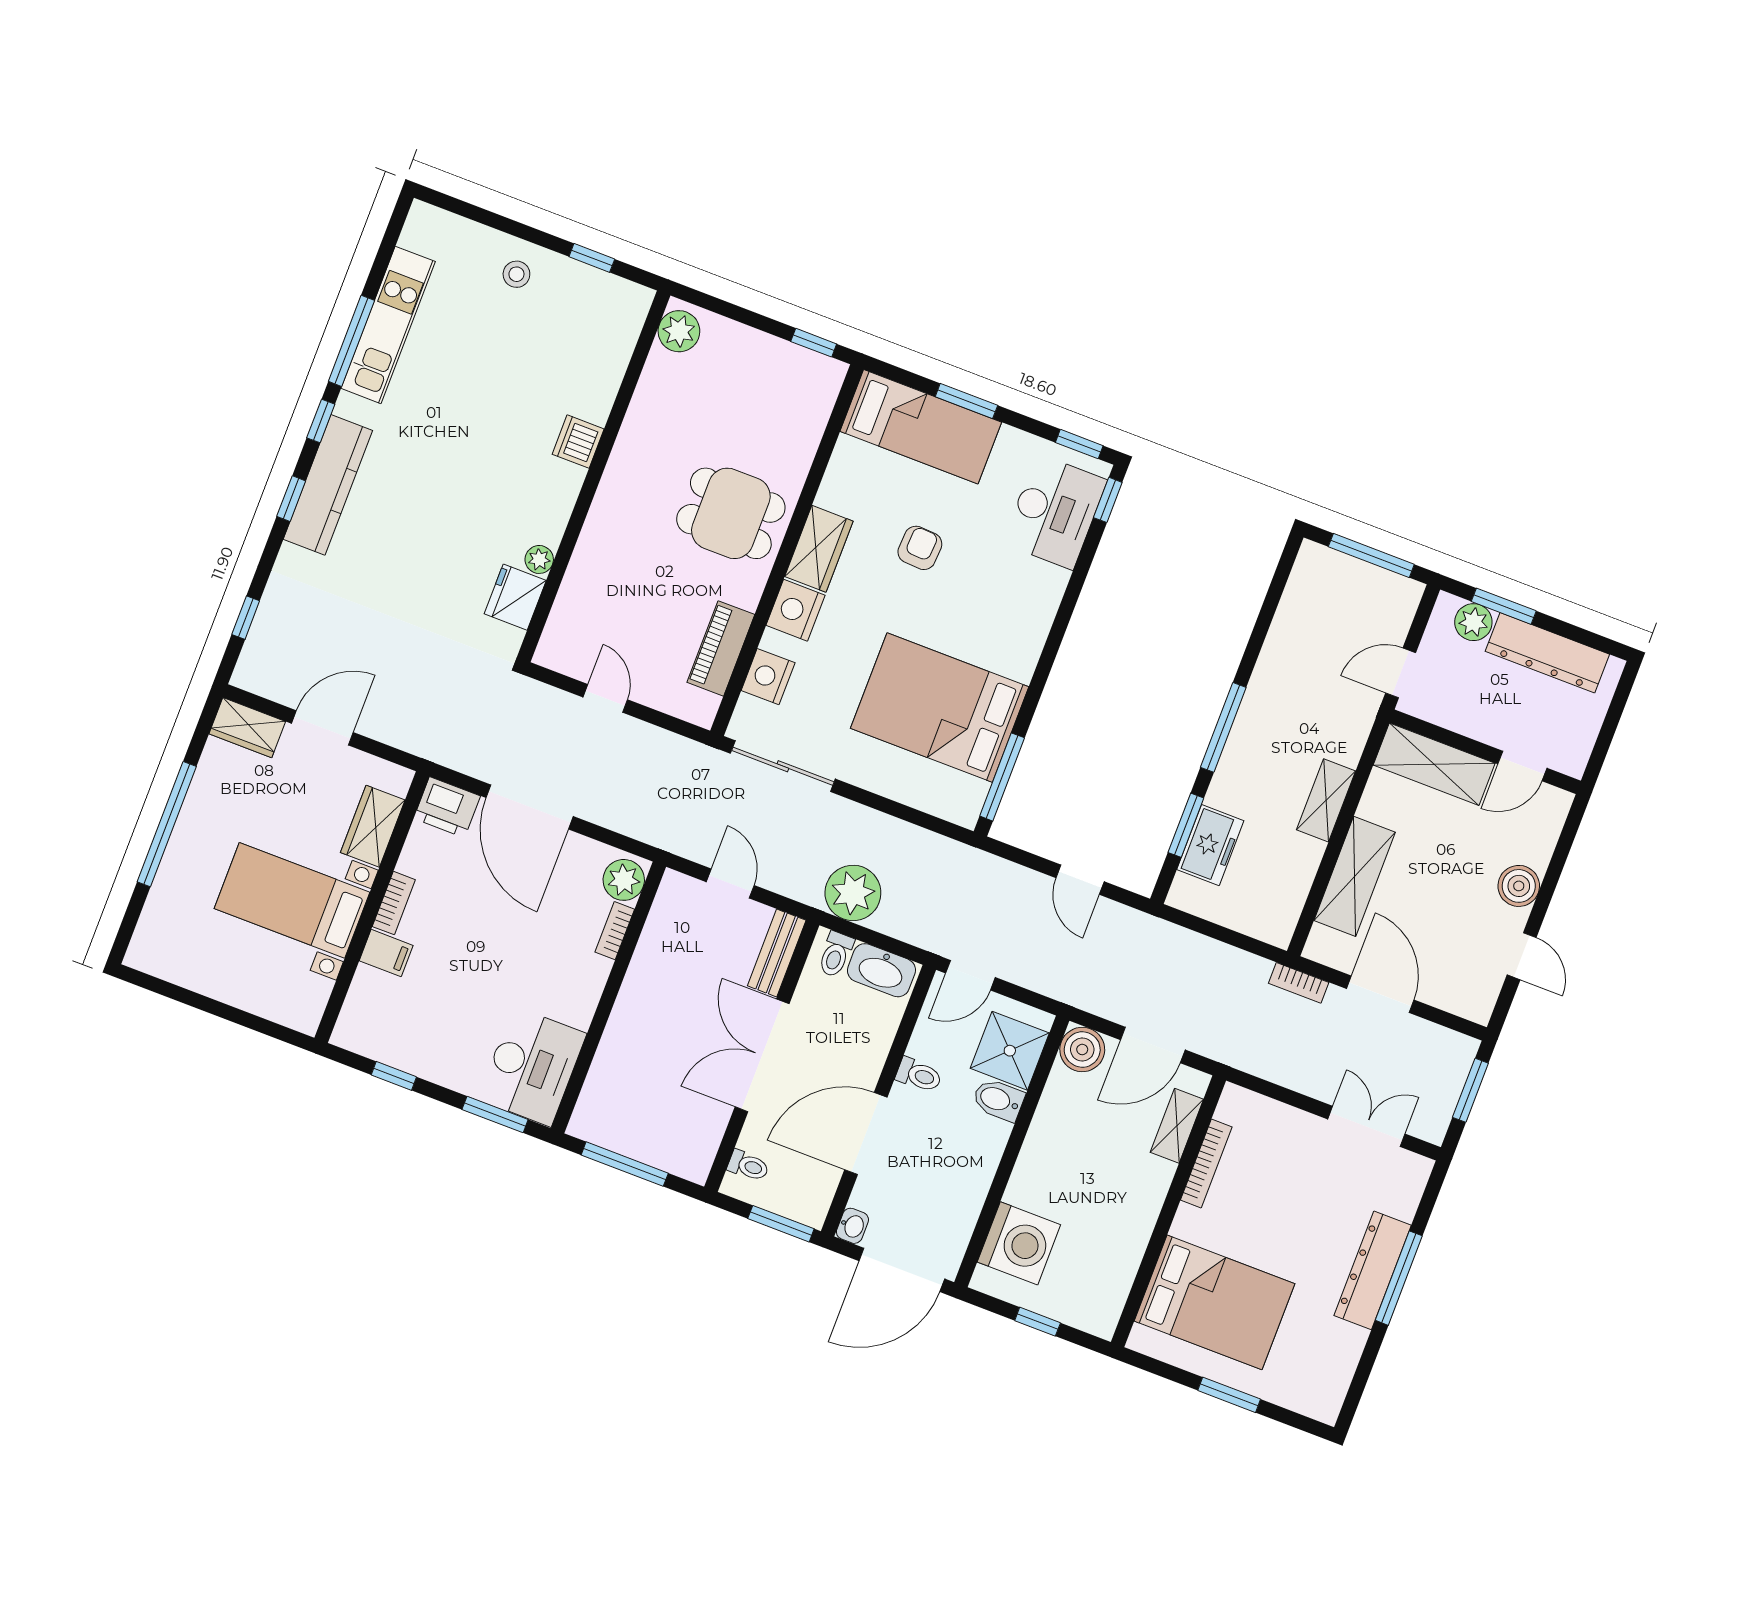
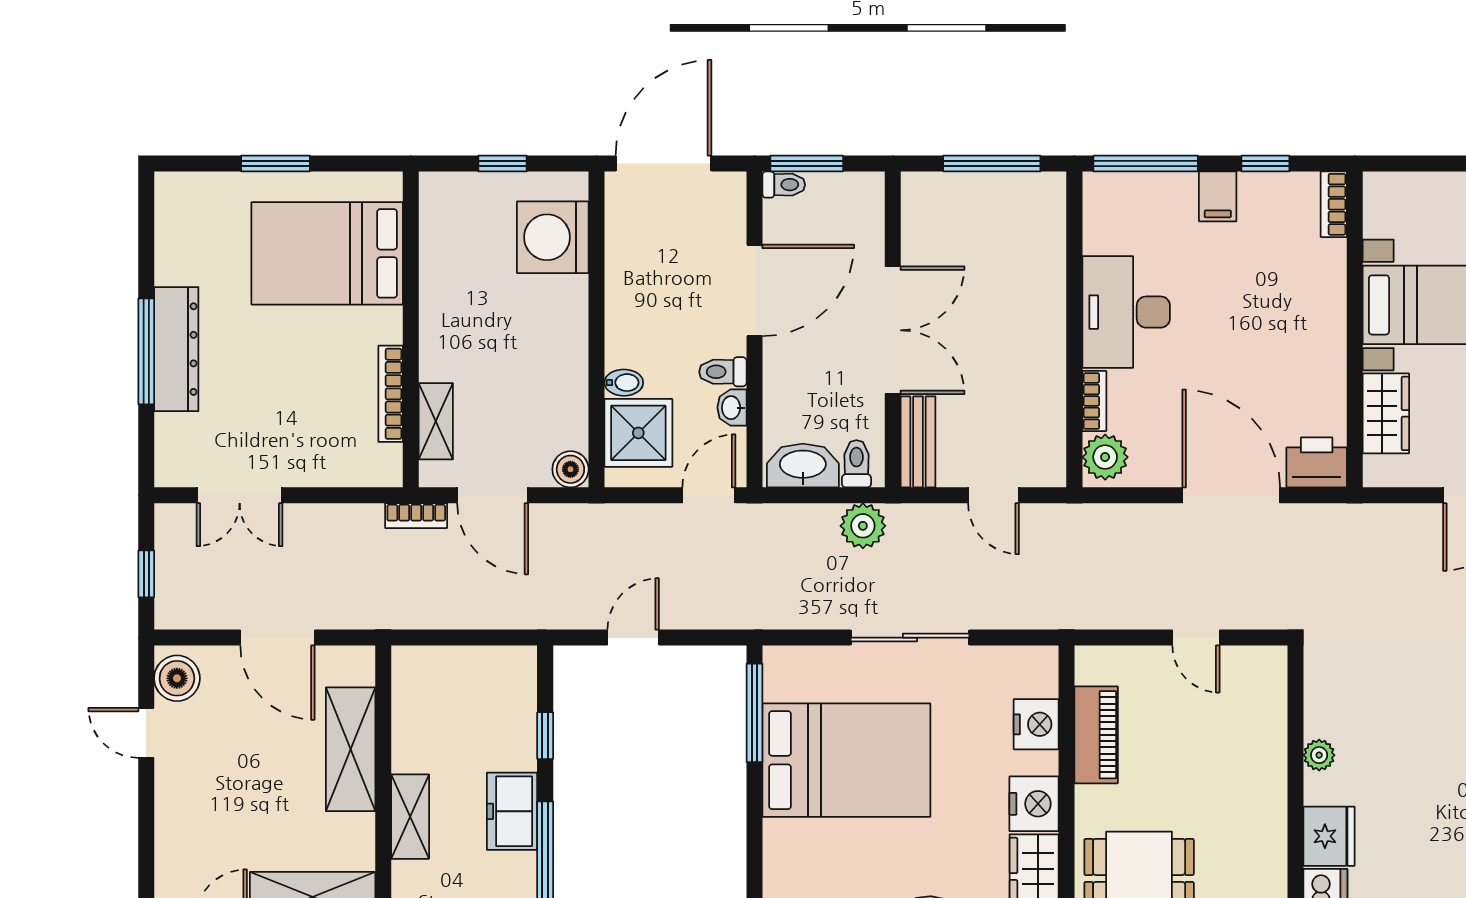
fridge: (515, 597) -> (1329, 836), moved
sliding door: (783, 766) -> (910, 638), moved
window: (1186, 825) -> (545, 736), width x0.67
freezer: (1210, 845) -> (512, 811), moved
door: (1080, 880) -> (633, 638), hinge flipped
boiler: (1519, 886) -> (177, 678), moved
plant: (853, 893) -> (863, 526), width x0.73, depth x0.73
bookcase: (394, 903) -> (1334, 204), moved
filing cabinet: (386, 953) -> (1218, 196), moved, turned -90
bookcase: (1299, 983) -> (416, 516), moved, turned 180
door: (1153, 1045) -> (493, 495), swing flipped
boiler: (1082, 1050) -> (570, 469), width x0.73, depth x0.73
desk: (532, 1066) -> (1126, 312), moved
window: (1470, 1090) -> (146, 574), width x0.67
bidet: (998, 1100) -> (624, 383), width x0.72, depth x0.74
window: (495, 1115) -> (1146, 164), width x1.44
toilet: (748, 1166) -> (784, 185), moved, turned 180
washbasin: (852, 1226) -> (732, 408), moved

